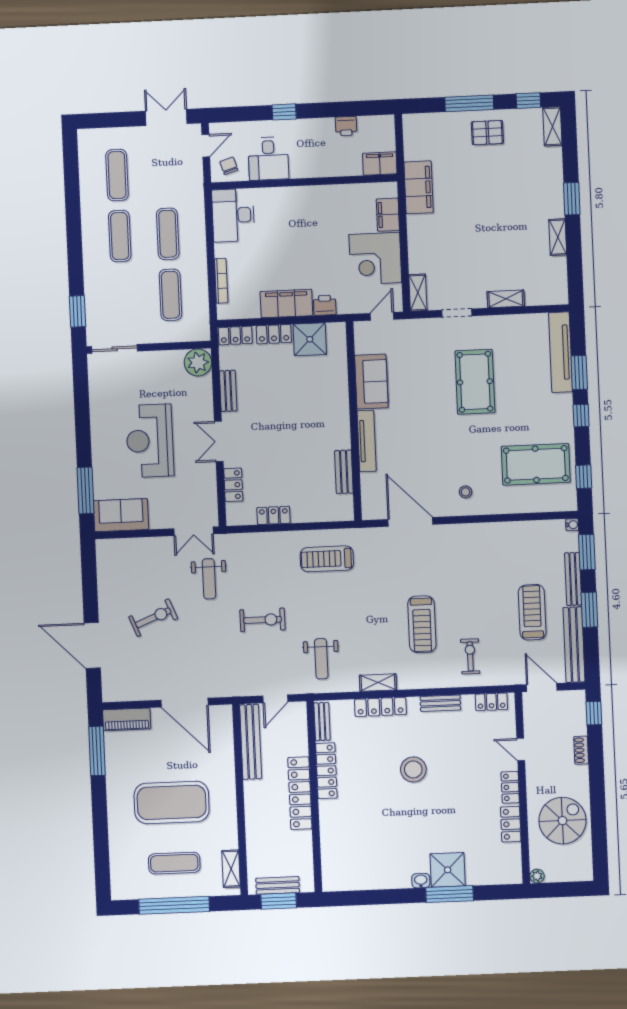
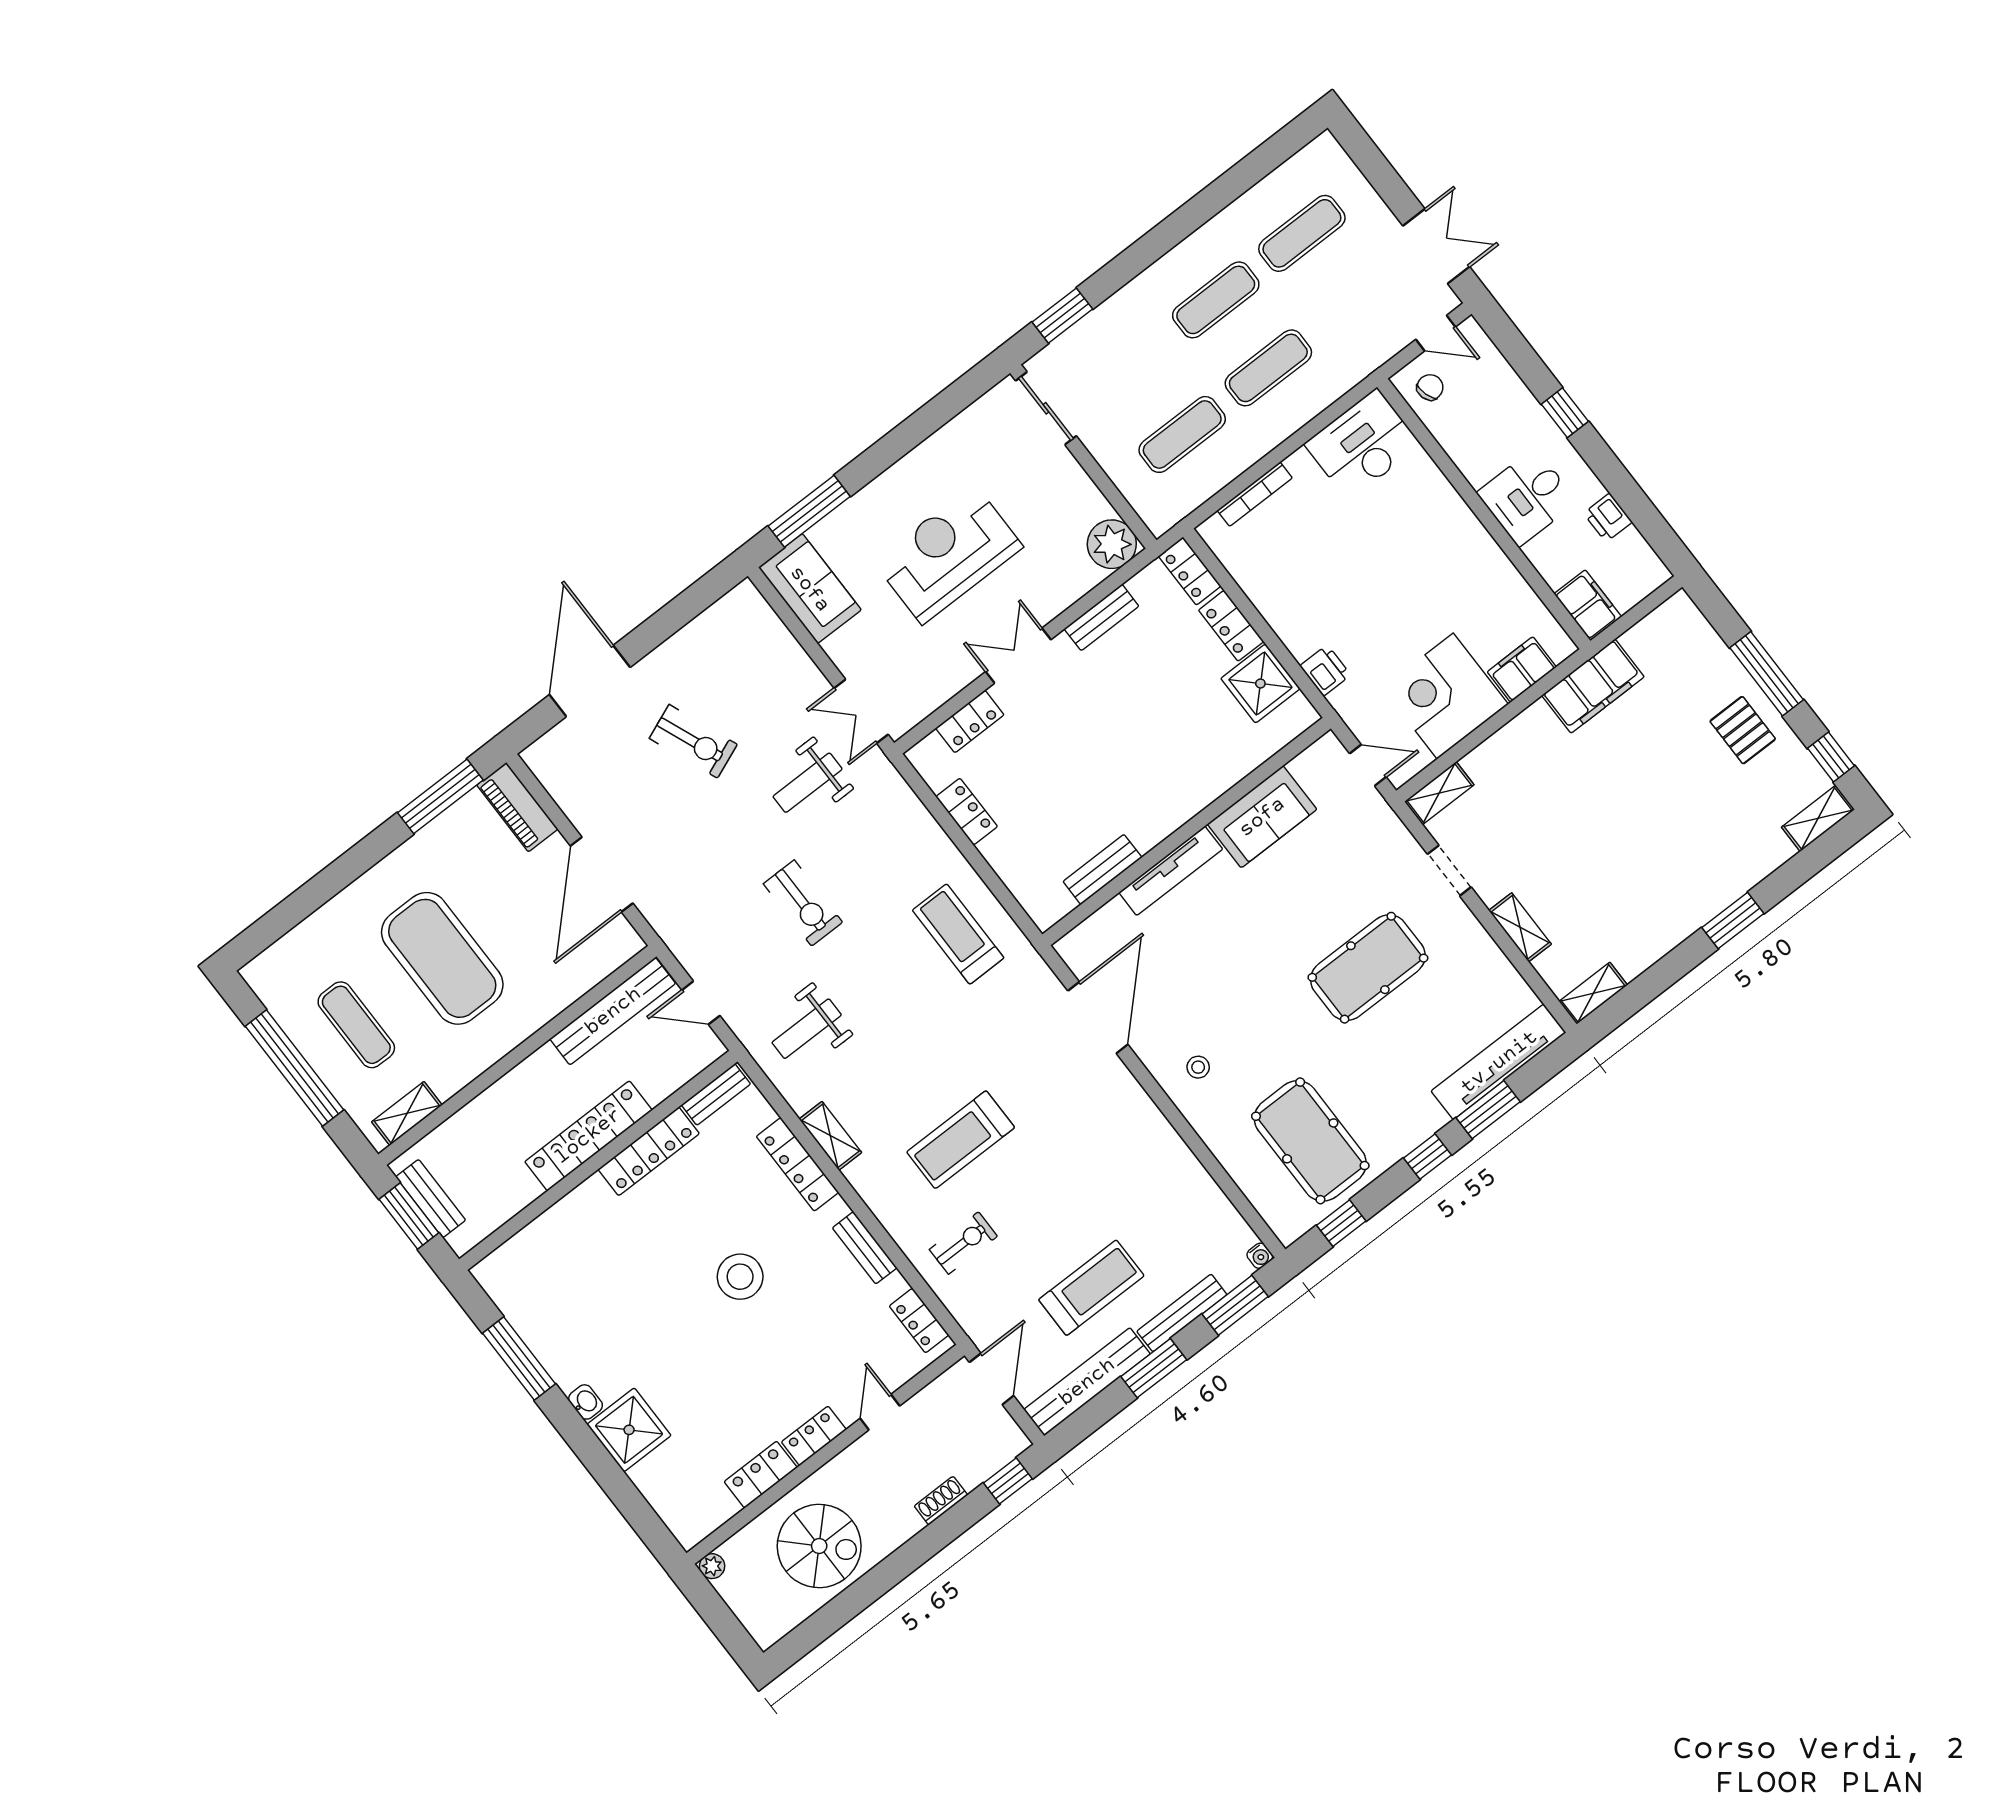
desk: (268, 159) -> (1527, 497), moved
shelving: (558, 237) -> (1593, 993), moved
filing cabinet: (286, 304) -> (1289, 613), removed
window: (450, 894) -> (519, 1359), moved

